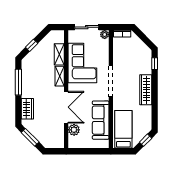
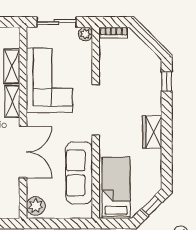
wardrobe: (146, 90) -> (152, 132), width x0.67
plant: (74, 130) -> (36, 206), moved

